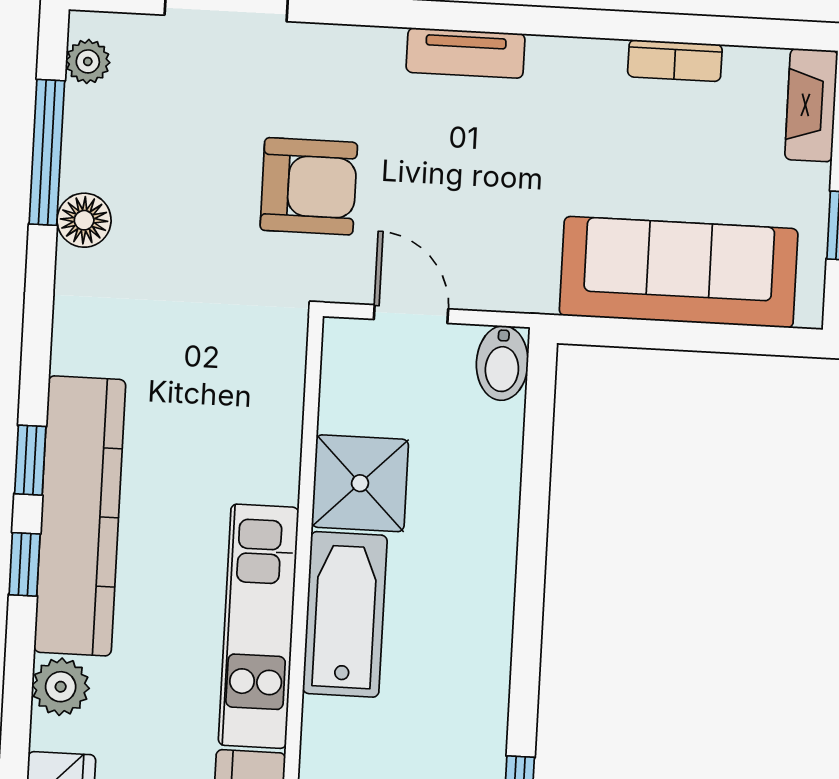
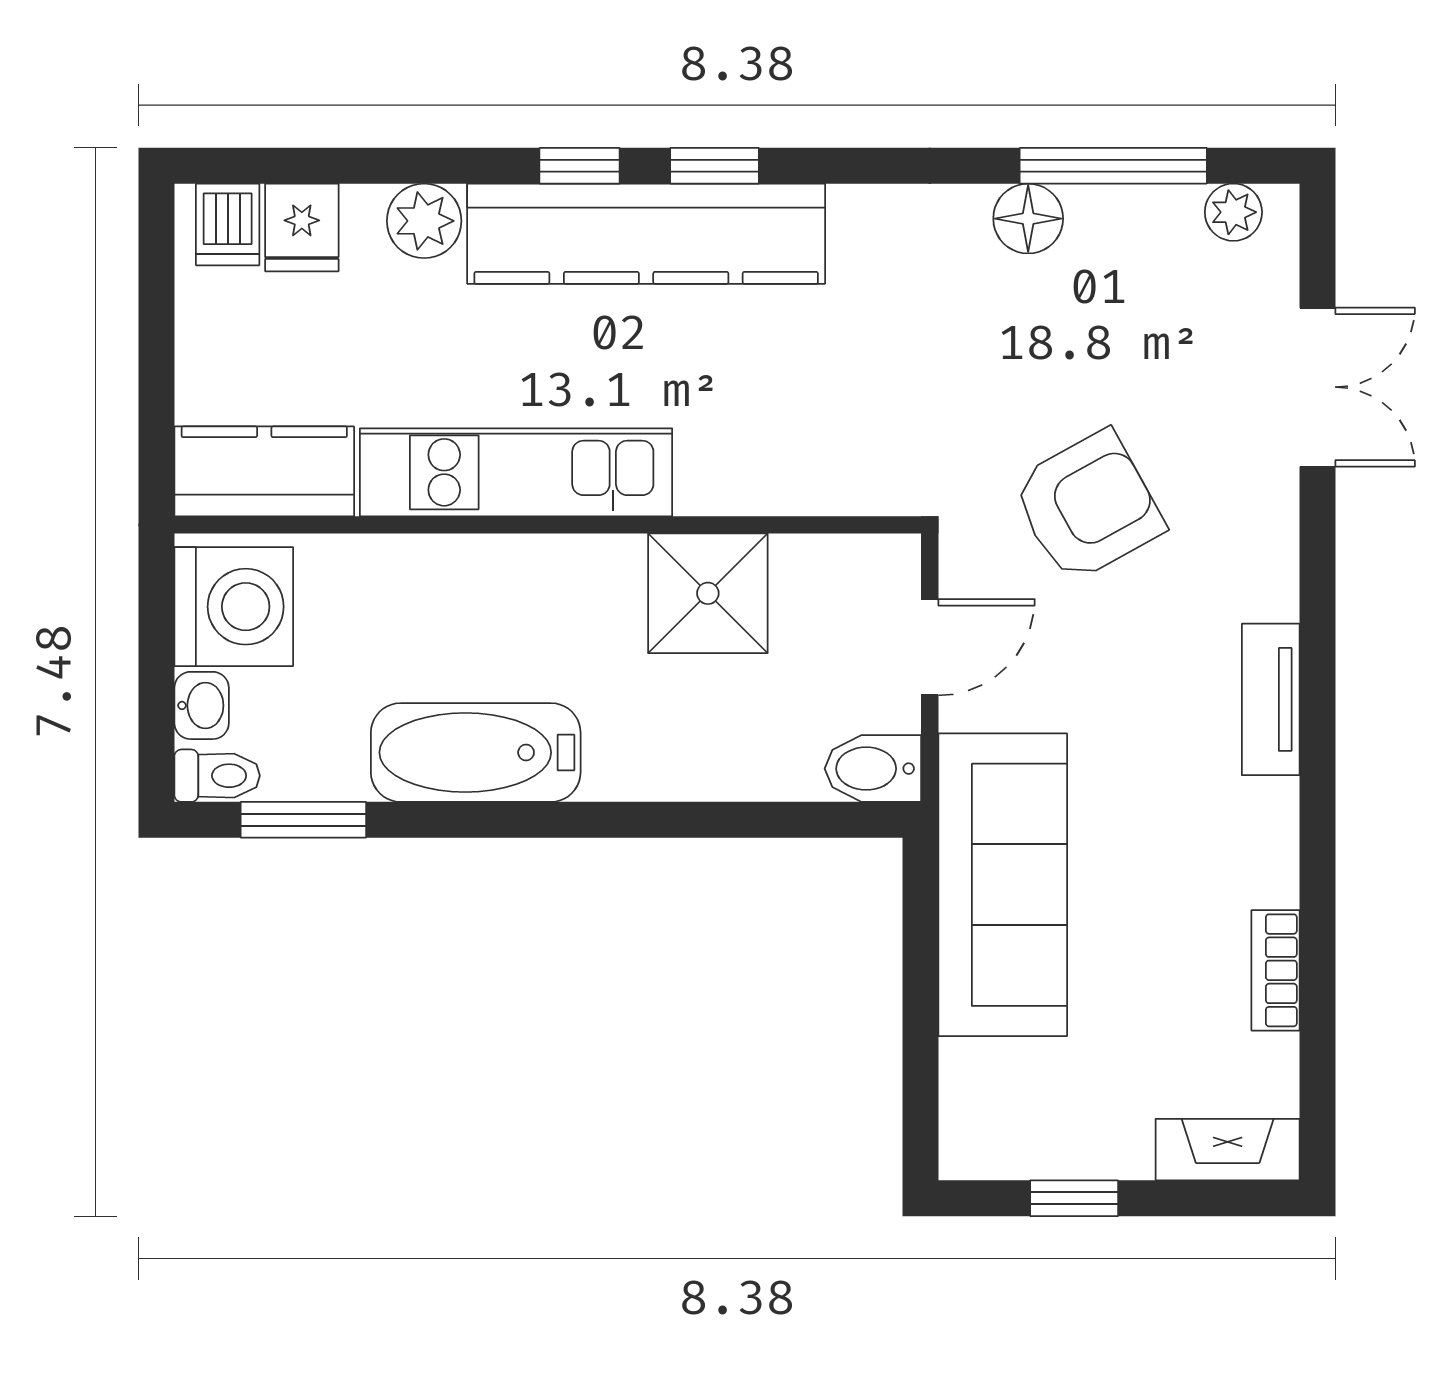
armchair: (309, 186) -> (1088, 506), turned -119
sofa: (679, 272) -> (1003, 885), moved
bathtub: (345, 614) -> (476, 752), moved, turned 180

